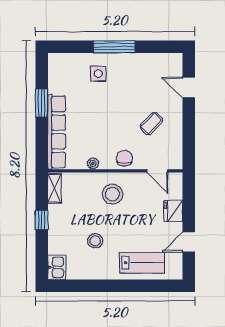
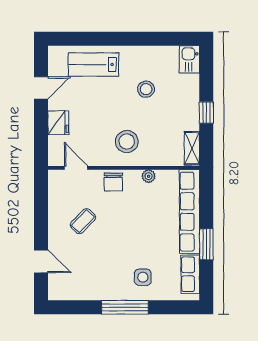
row of seats: (56, 76) -> (190, 274), added

